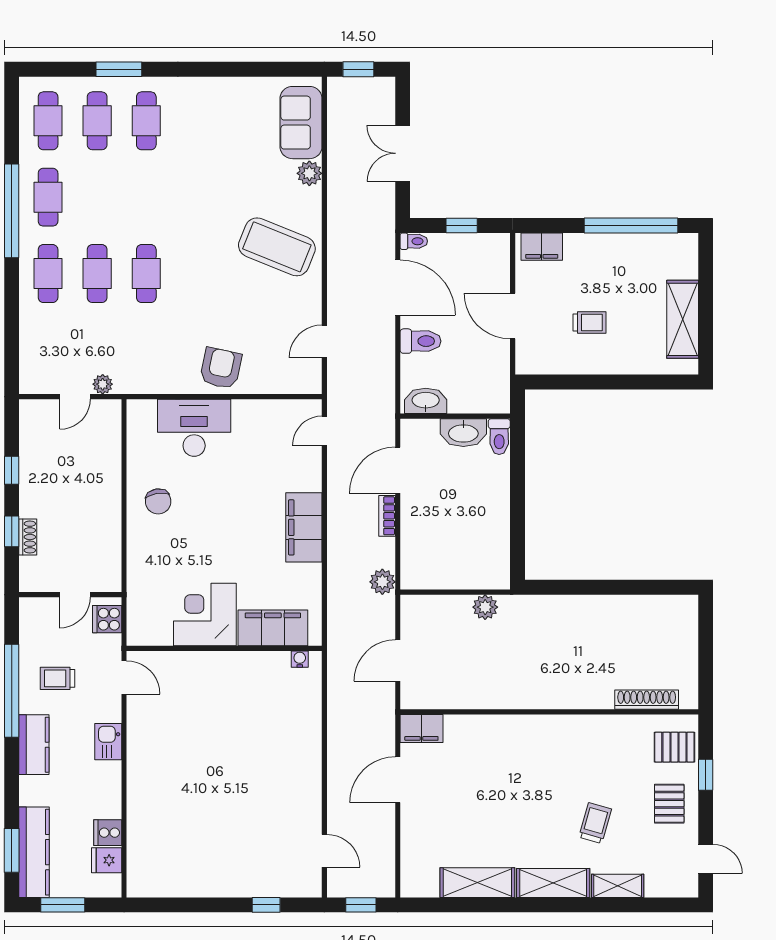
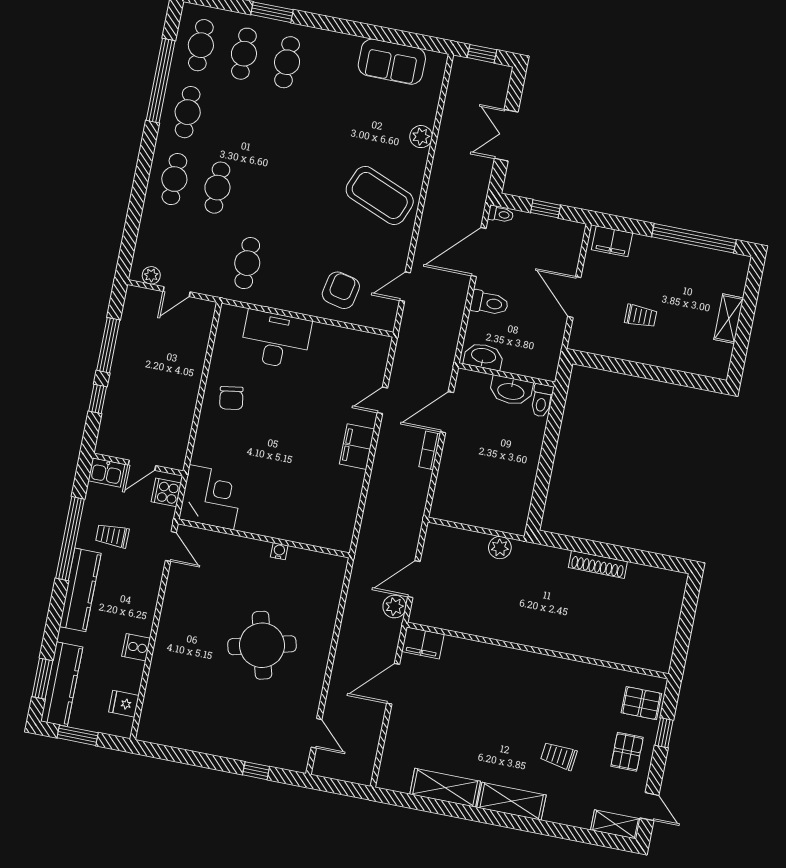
sofa: (301, 123) -> (392, 62), moved, turned -90
window: (12, 211) -> (161, 81), moved
cafe table: (146, 274) -> (247, 263), moved
door: (398, 287) -> (479, 252), swing flipped
shelving: (683, 319) -> (729, 319), width x0.67, depth x0.75
armchair: (221, 368) -> (341, 290), moved
plant: (103, 384) -> (151, 275), moved
door: (324, 431) -> (382, 400), moved
window: (12, 470) -> (108, 345), width x2.17
filing cabinet: (304, 527) -> (357, 447), width x0.67, depth x0.86
shoe rack: (28, 537) -> (111, 407), removed
plant: (382, 582) -> (394, 607), moved
corner desk: (205, 615) -> (211, 497), moved, turned 90
filing cabinet: (273, 628) -> (310, 529), removed
water cooler: (300, 659) -> (279, 551), moved
shoe rack: (647, 700) -> (598, 564), moved, turned 180
kitchen sink: (108, 742) -> (106, 473), moved, turned -90
kitchen counter: (34, 745) -> (80, 590), width x1.50
round table: (245, 766) -> (262, 645), added
trolley: (595, 823) -> (559, 756), turned -99
cooker: (108, 833) -> (136, 647), moved
shelving: (618, 886) -> (615, 824), moved
window: (361, 905) -> (339, 787), removed

